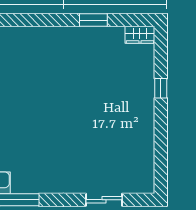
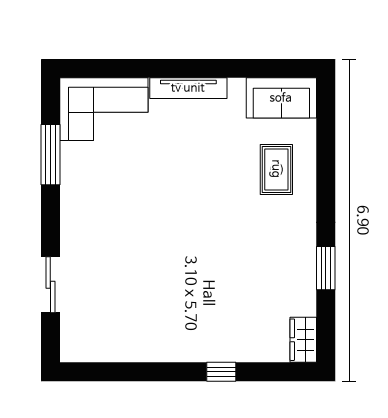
rug: (29, 52) -> (276, 169), added

